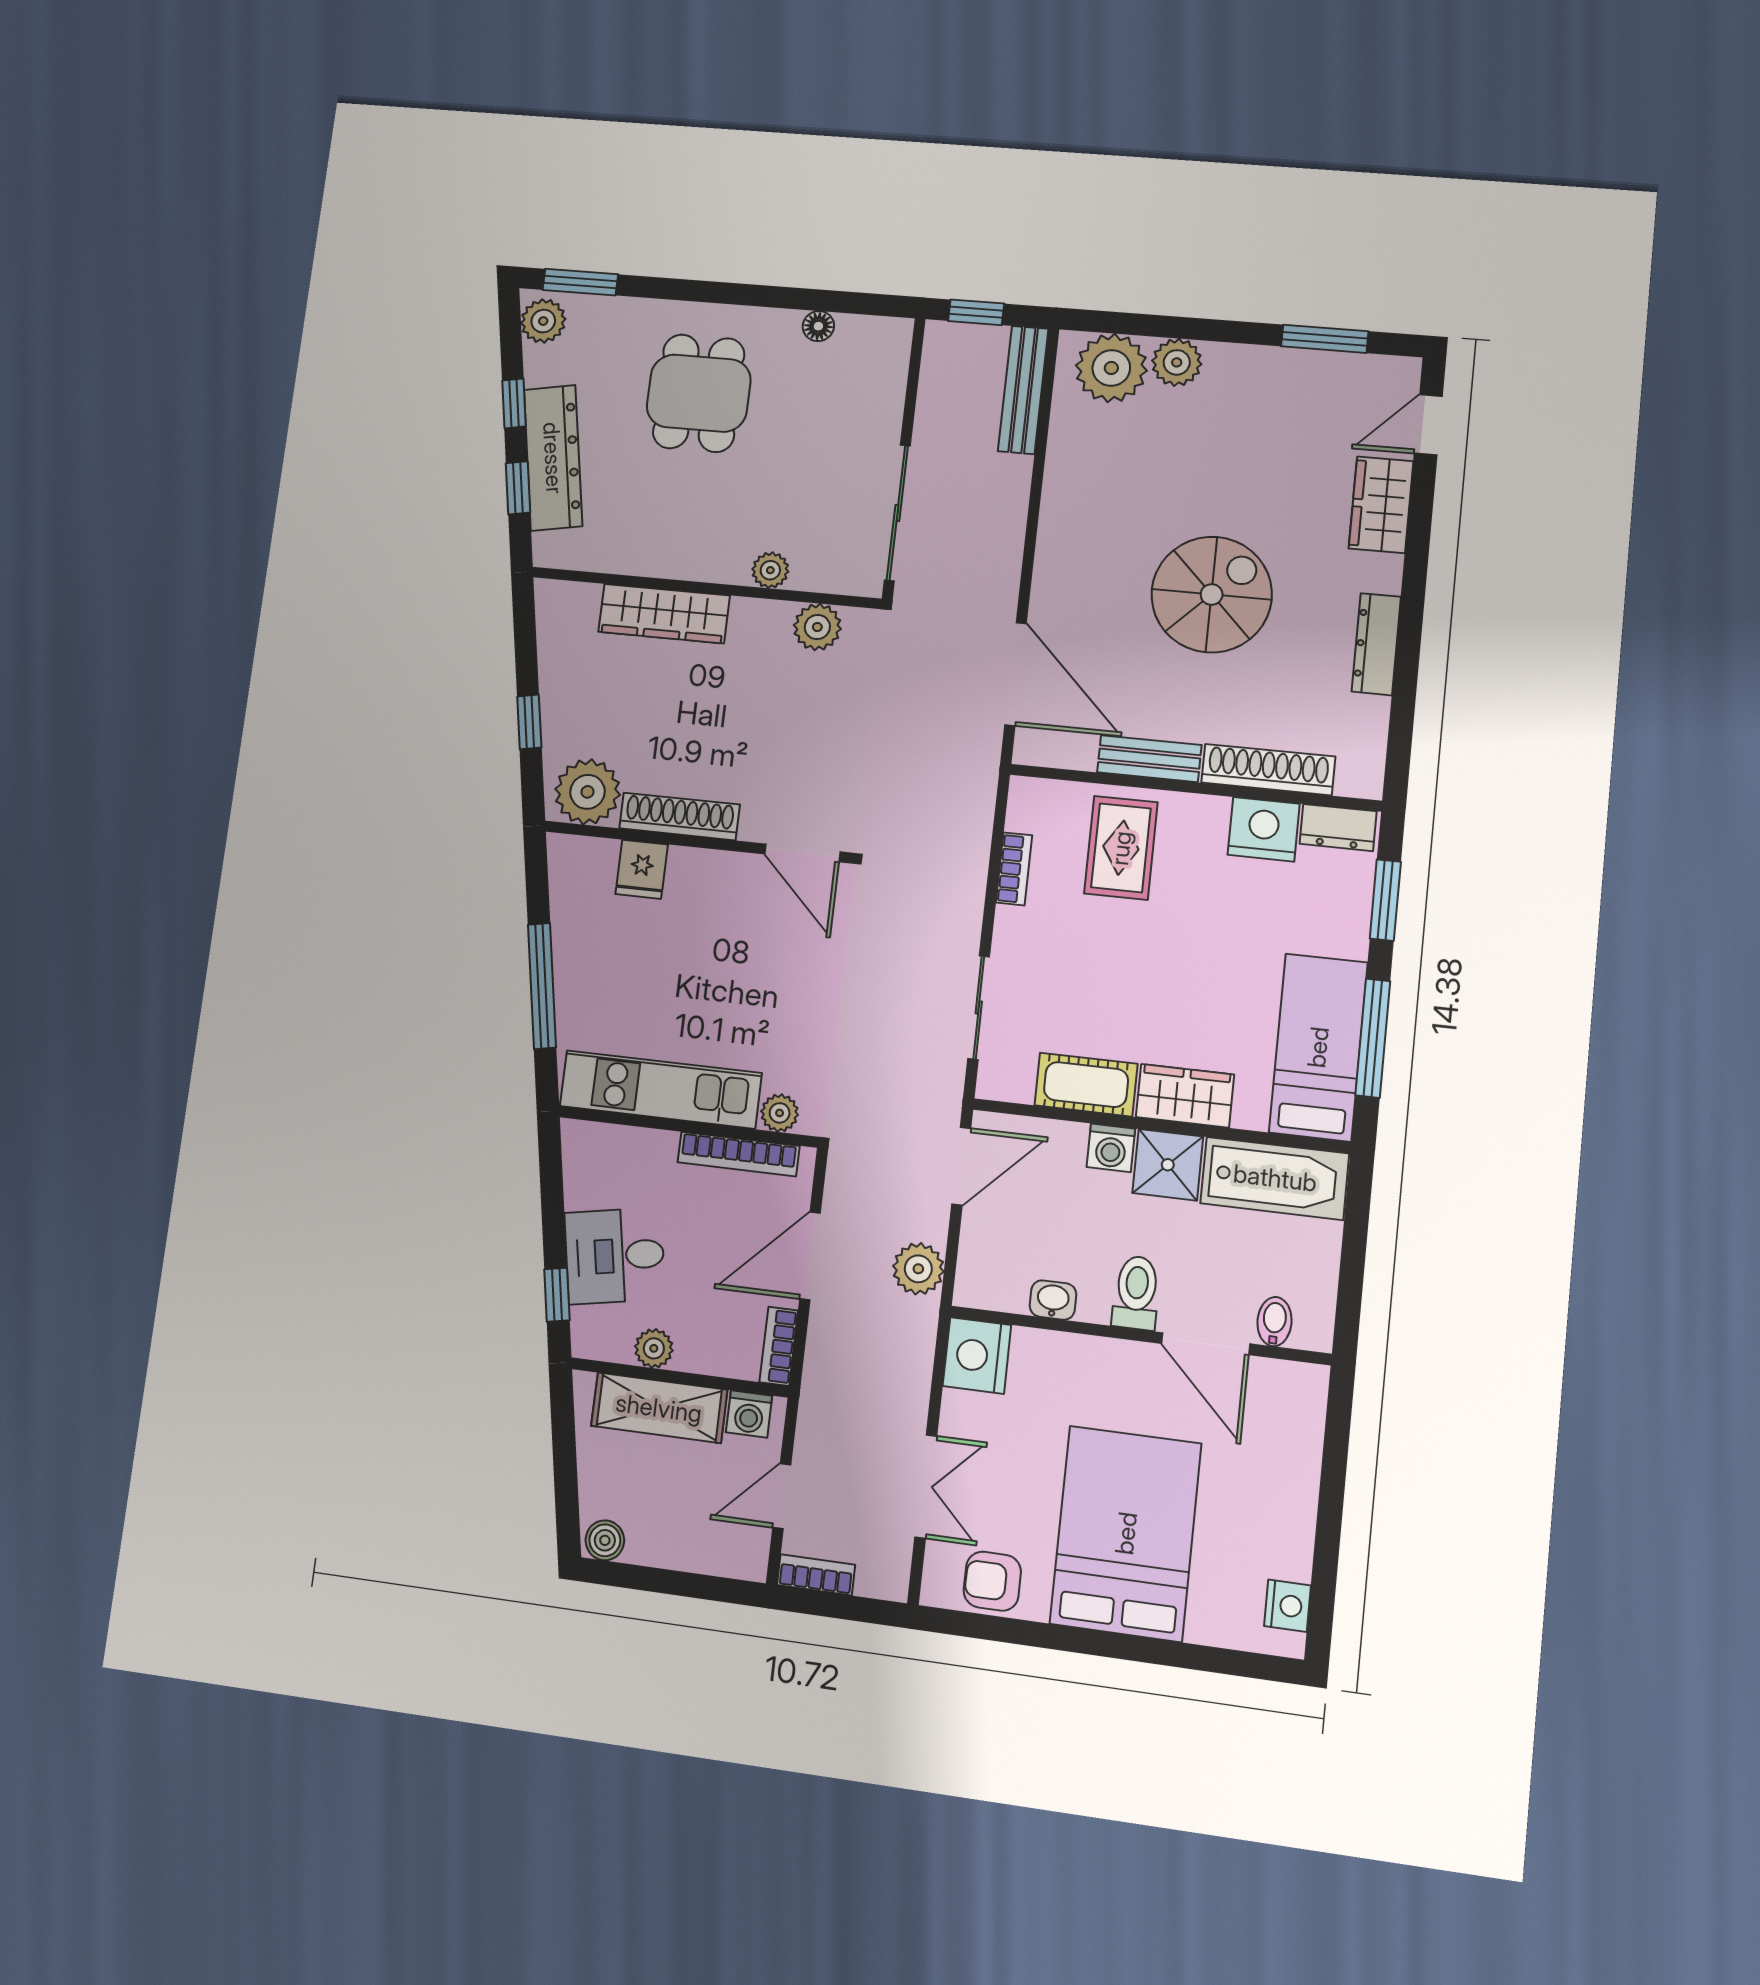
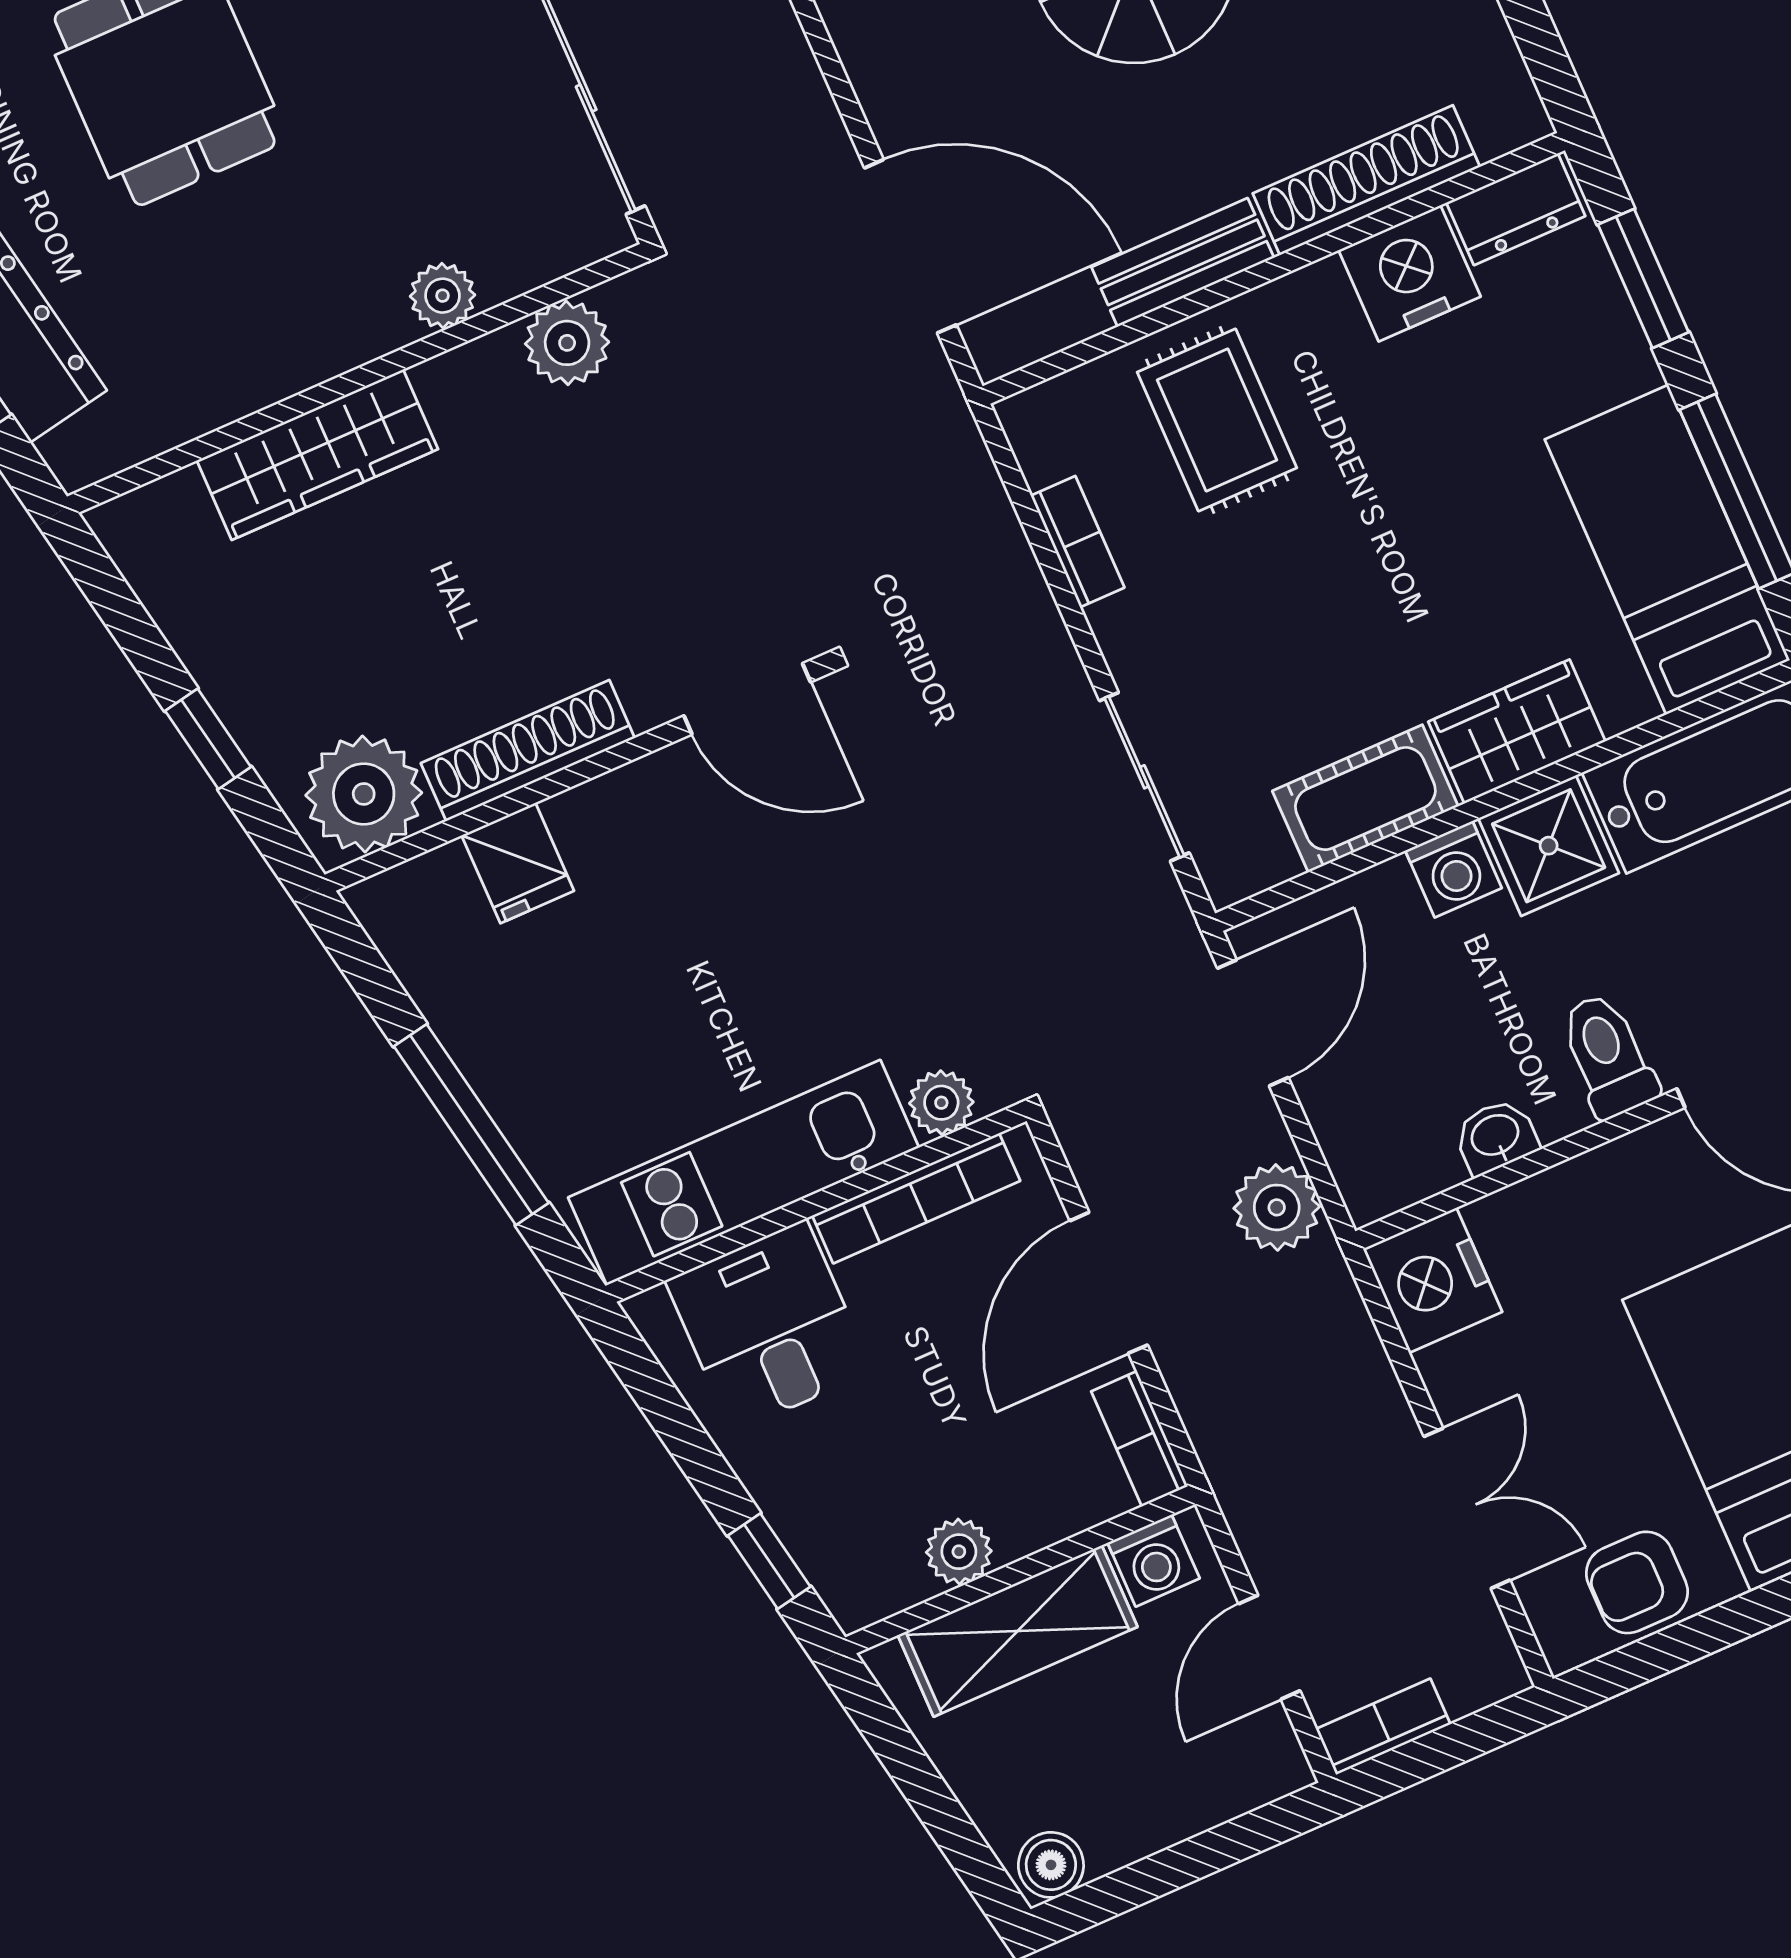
desk: (615, 1256) -> (769, 1326), moved, turned 101

